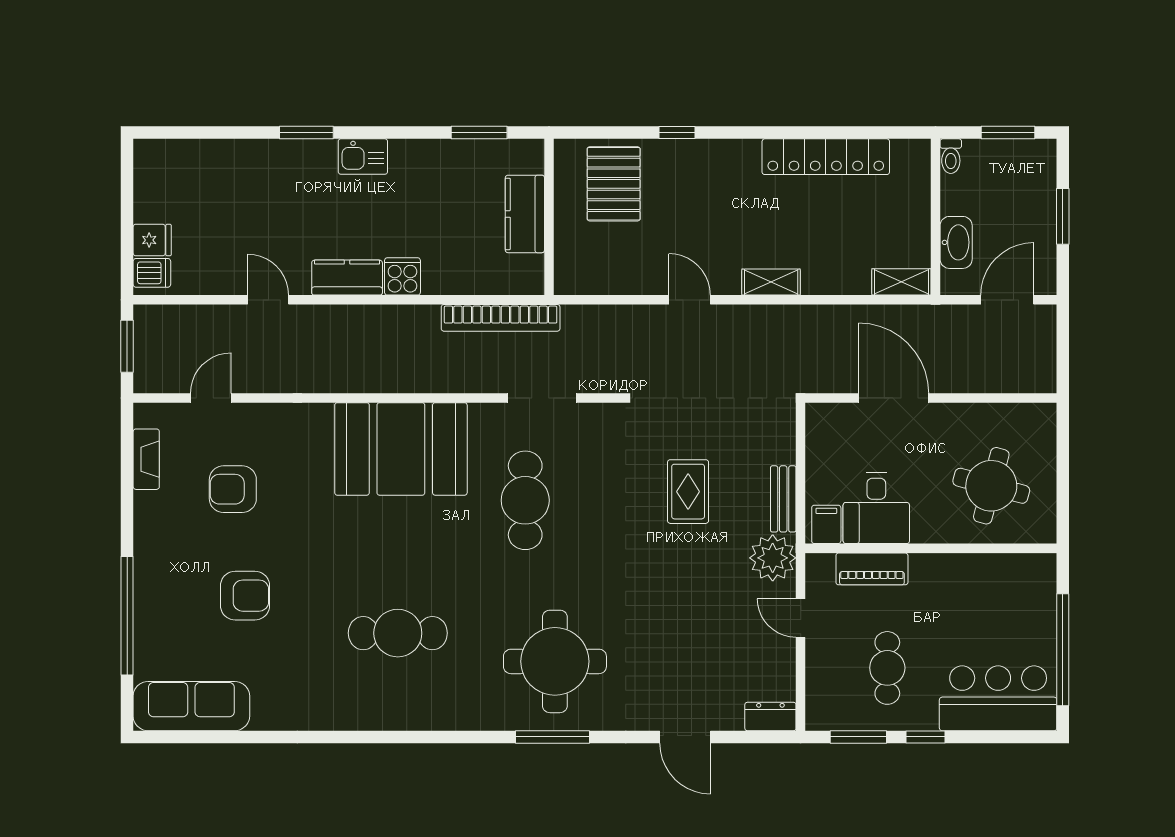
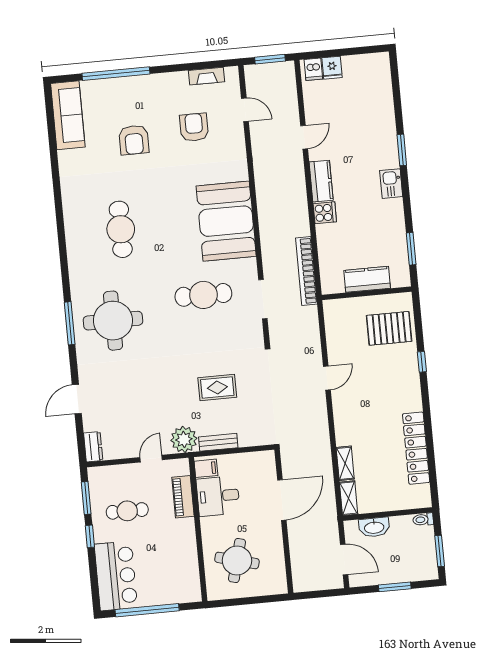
shelving: (771, 282) -> (345, 463), moved

